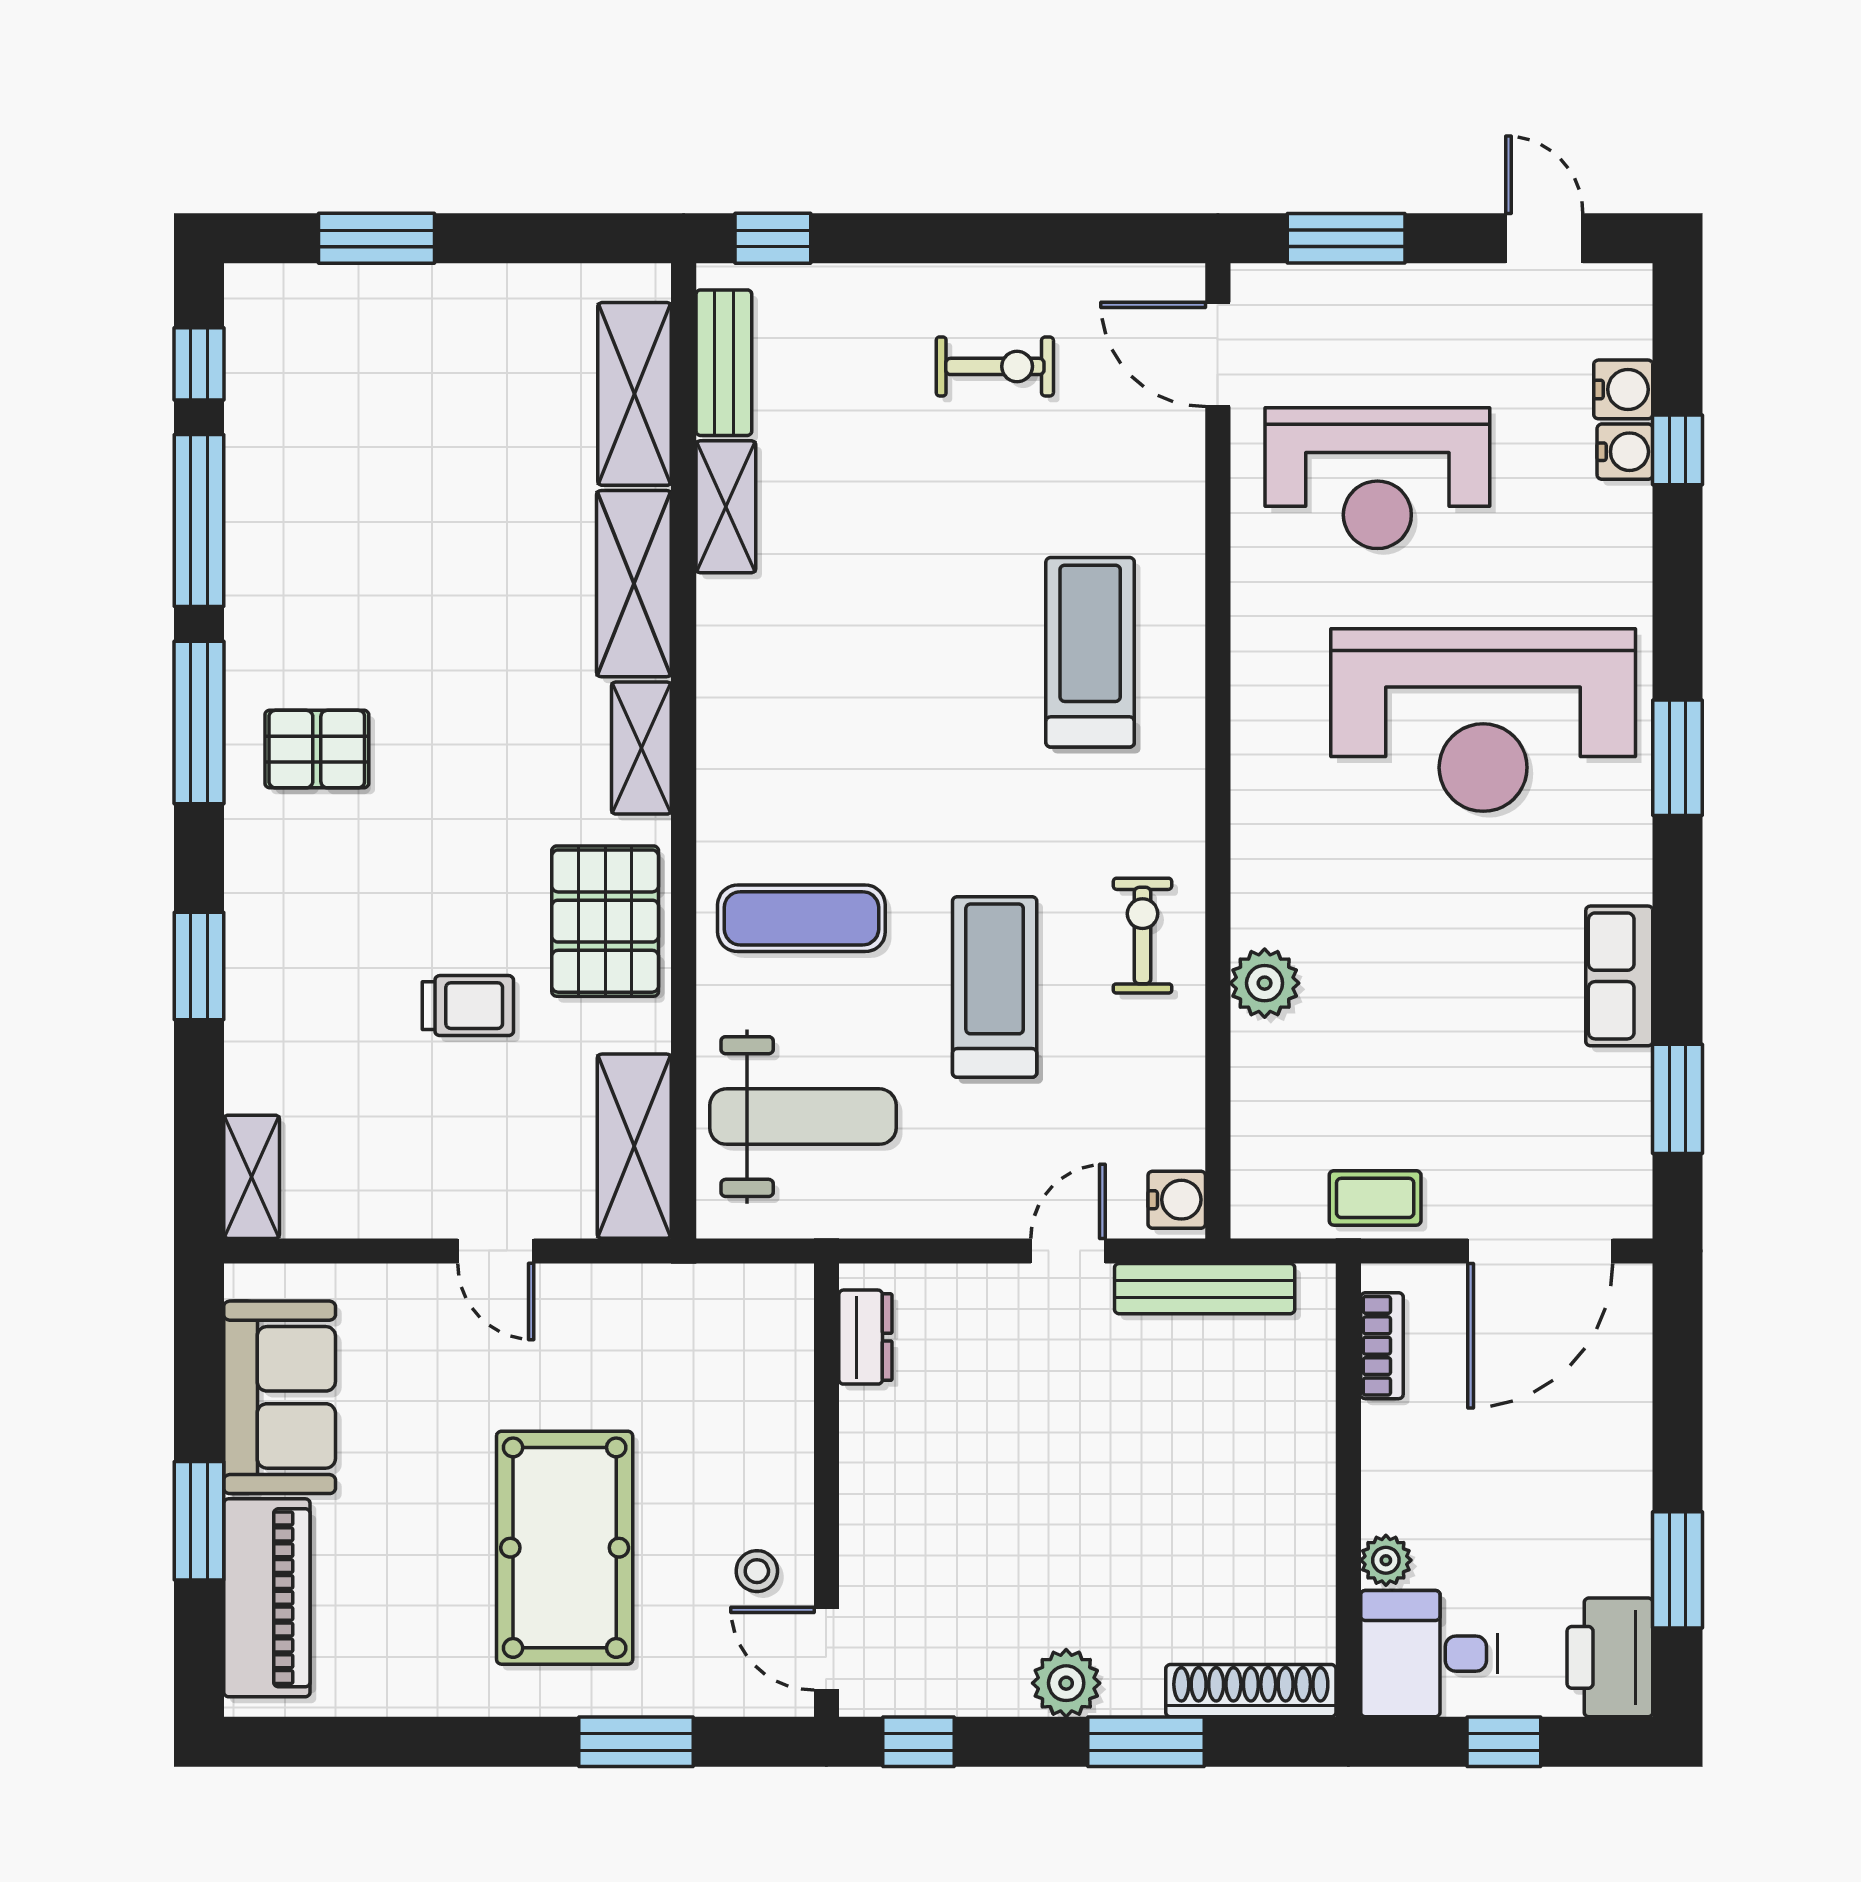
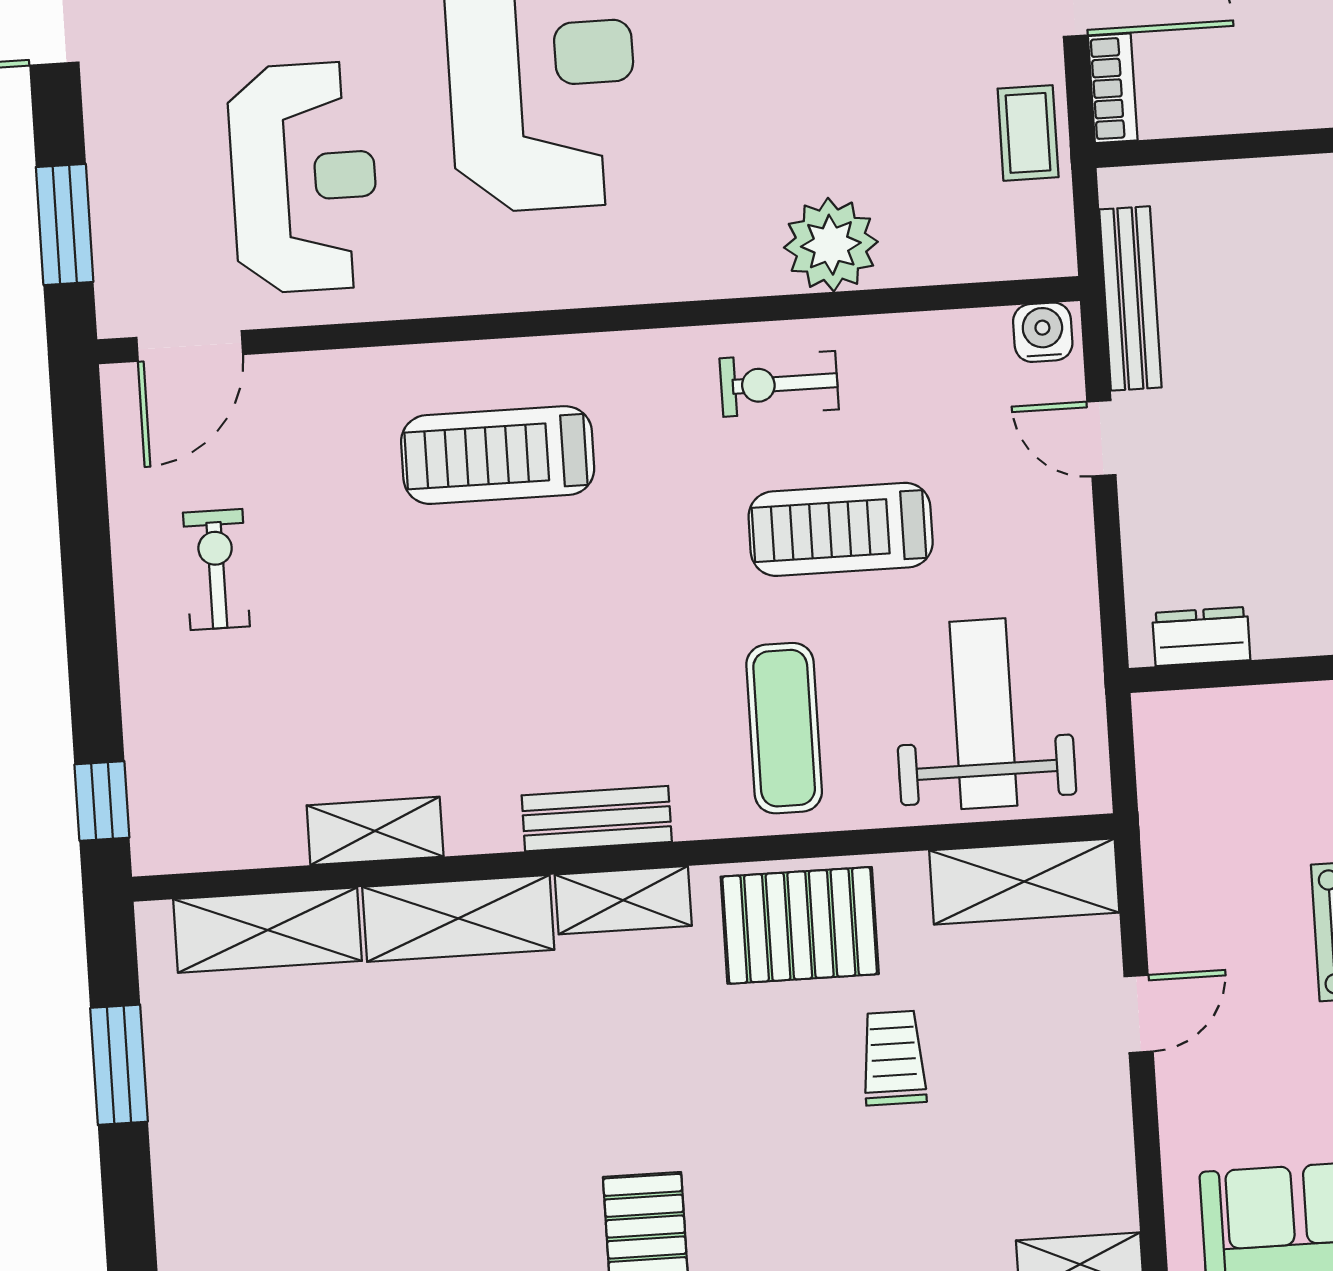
window: (376, 238) -> (119, 1065), moved
bench: (724, 363) -> (597, 819), moved
plant: (1265, 983) -> (831, 245), width x1.36, depth x1.36
bookcase: (1382, 1346) -> (1113, 88), moved, turned 90

